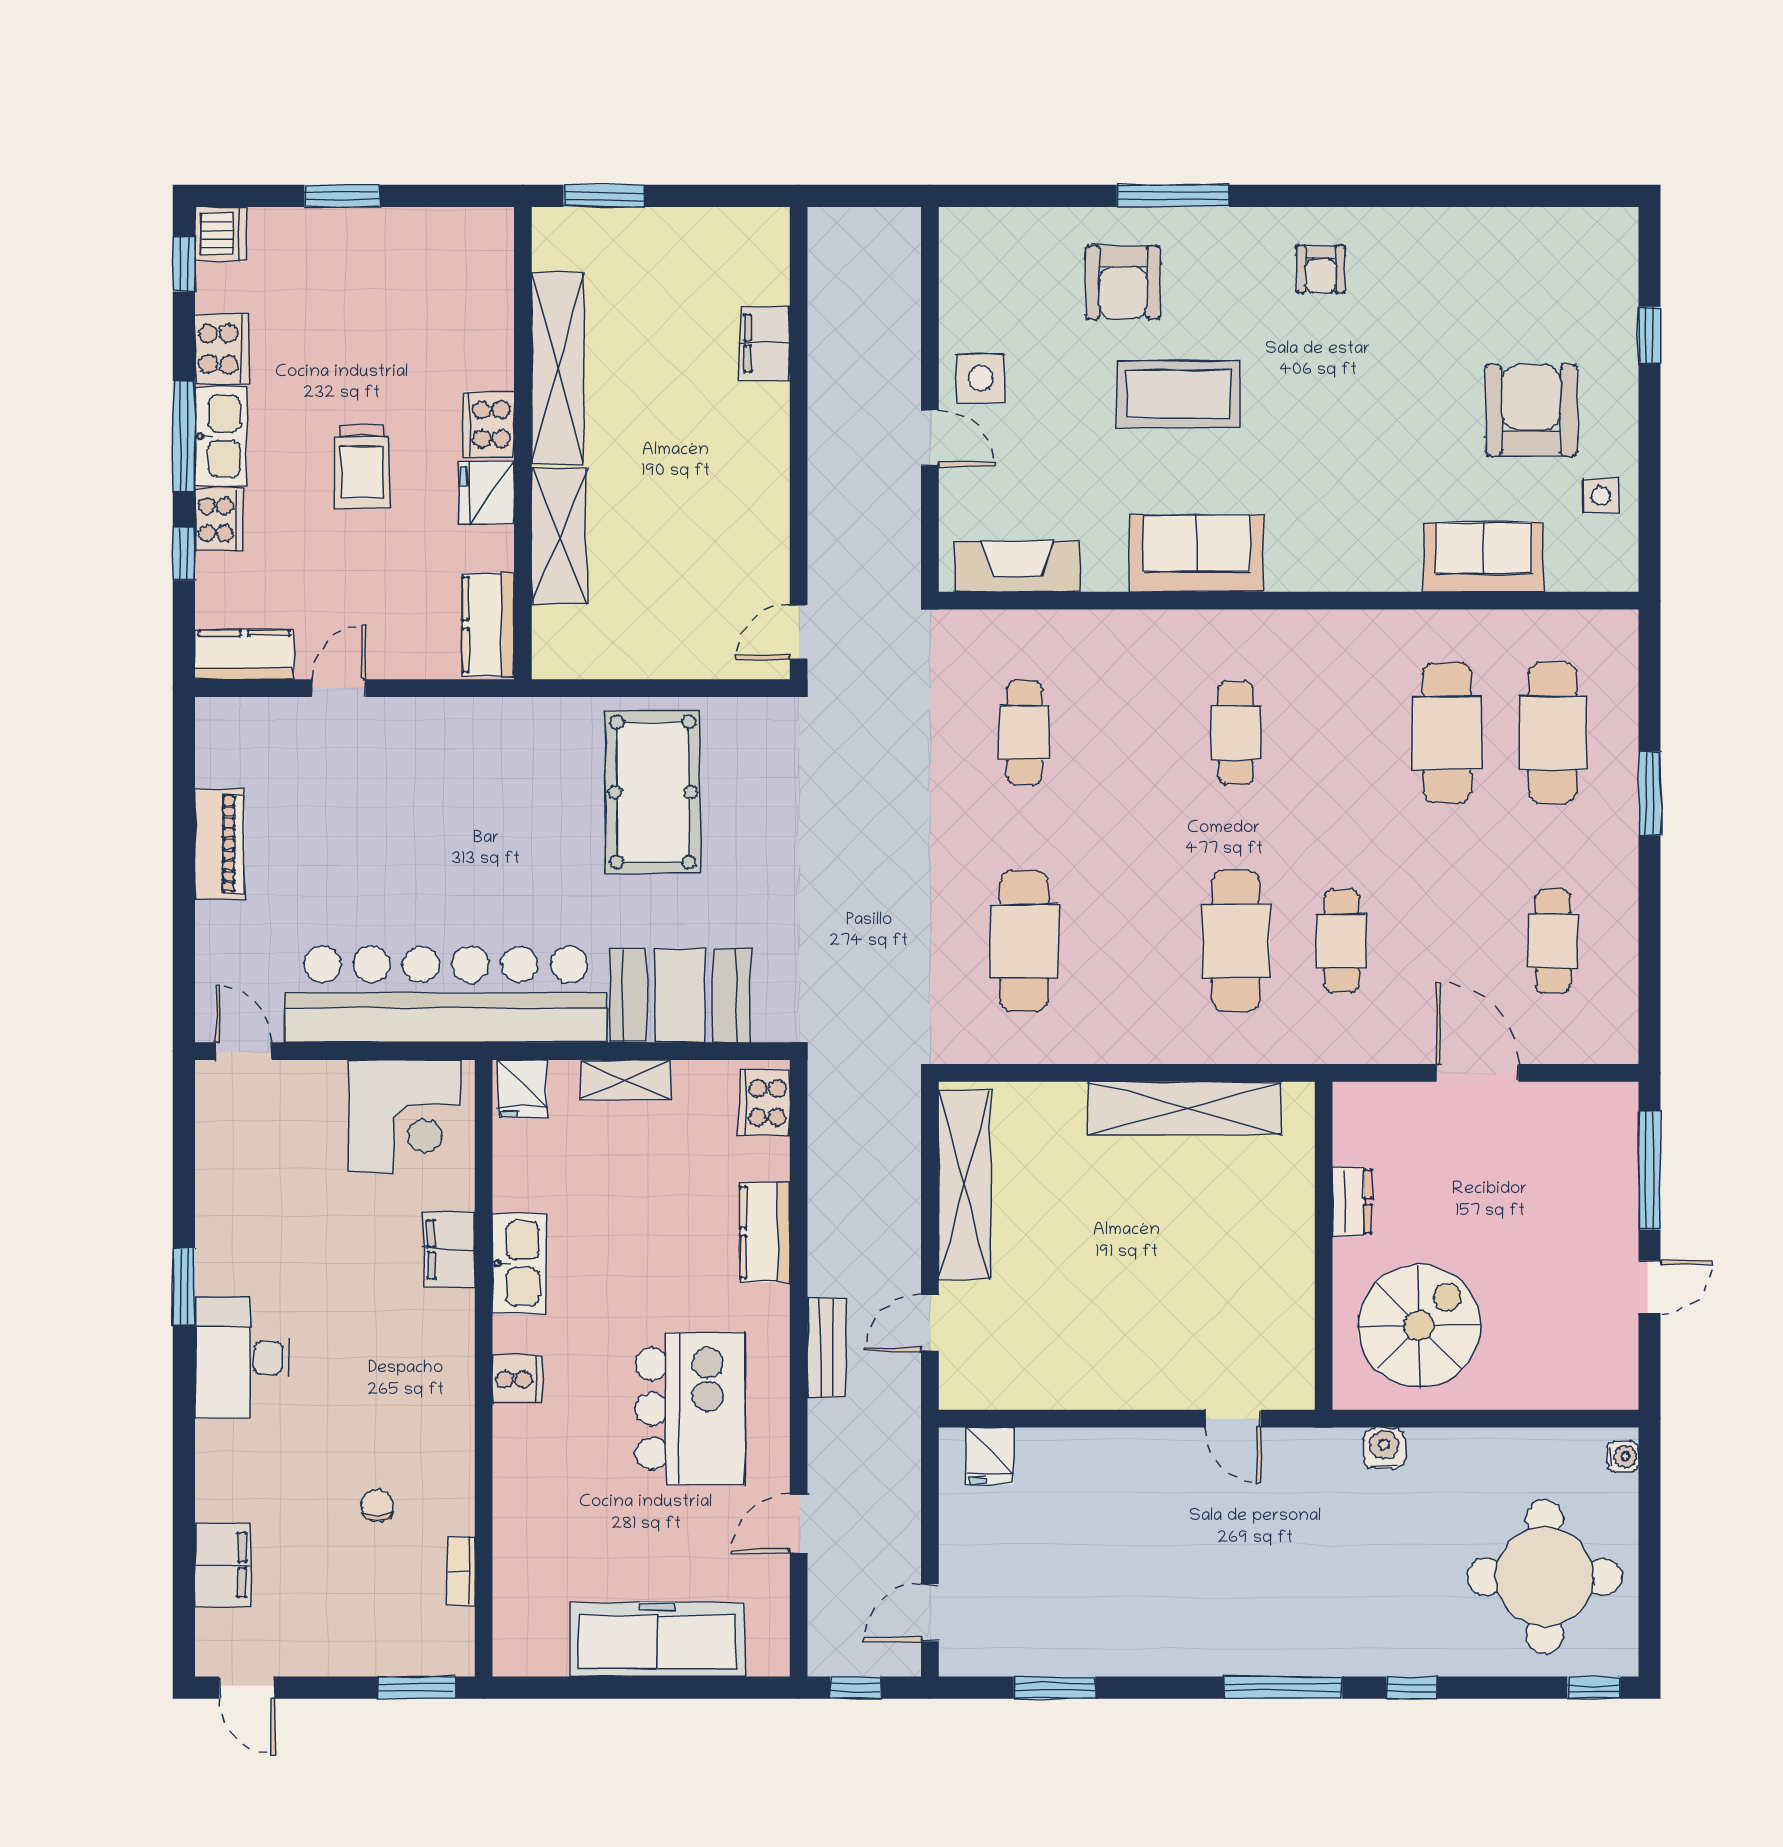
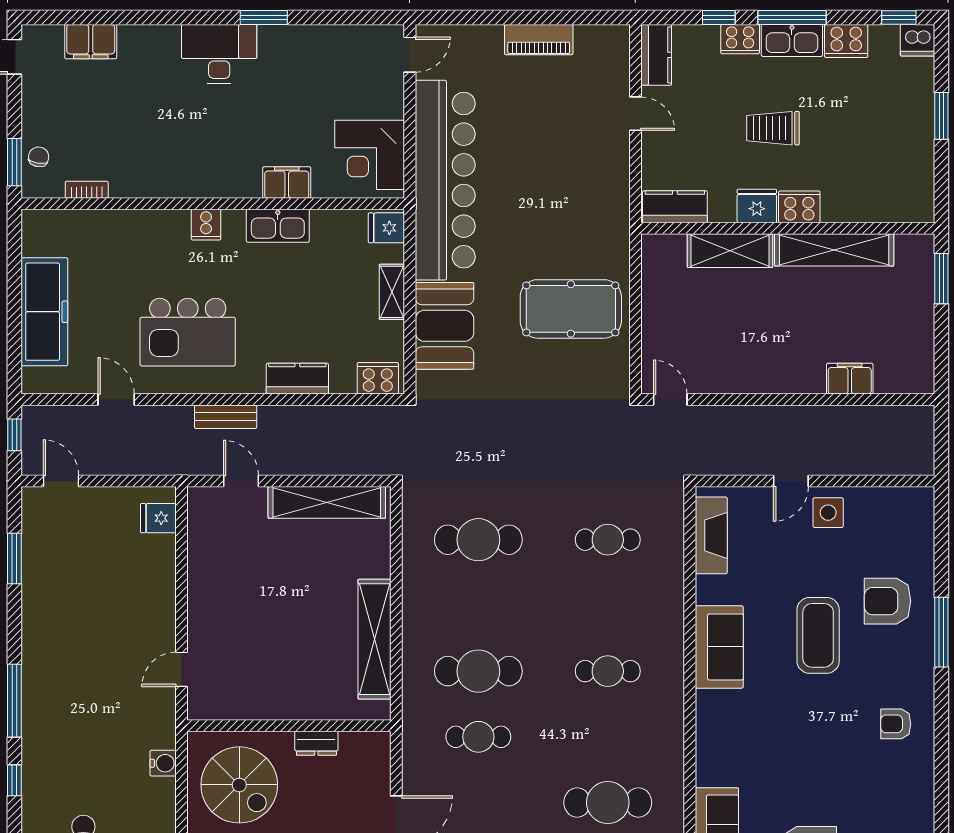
chair: (377, 1505) -> (39, 157), moved, turned -80

